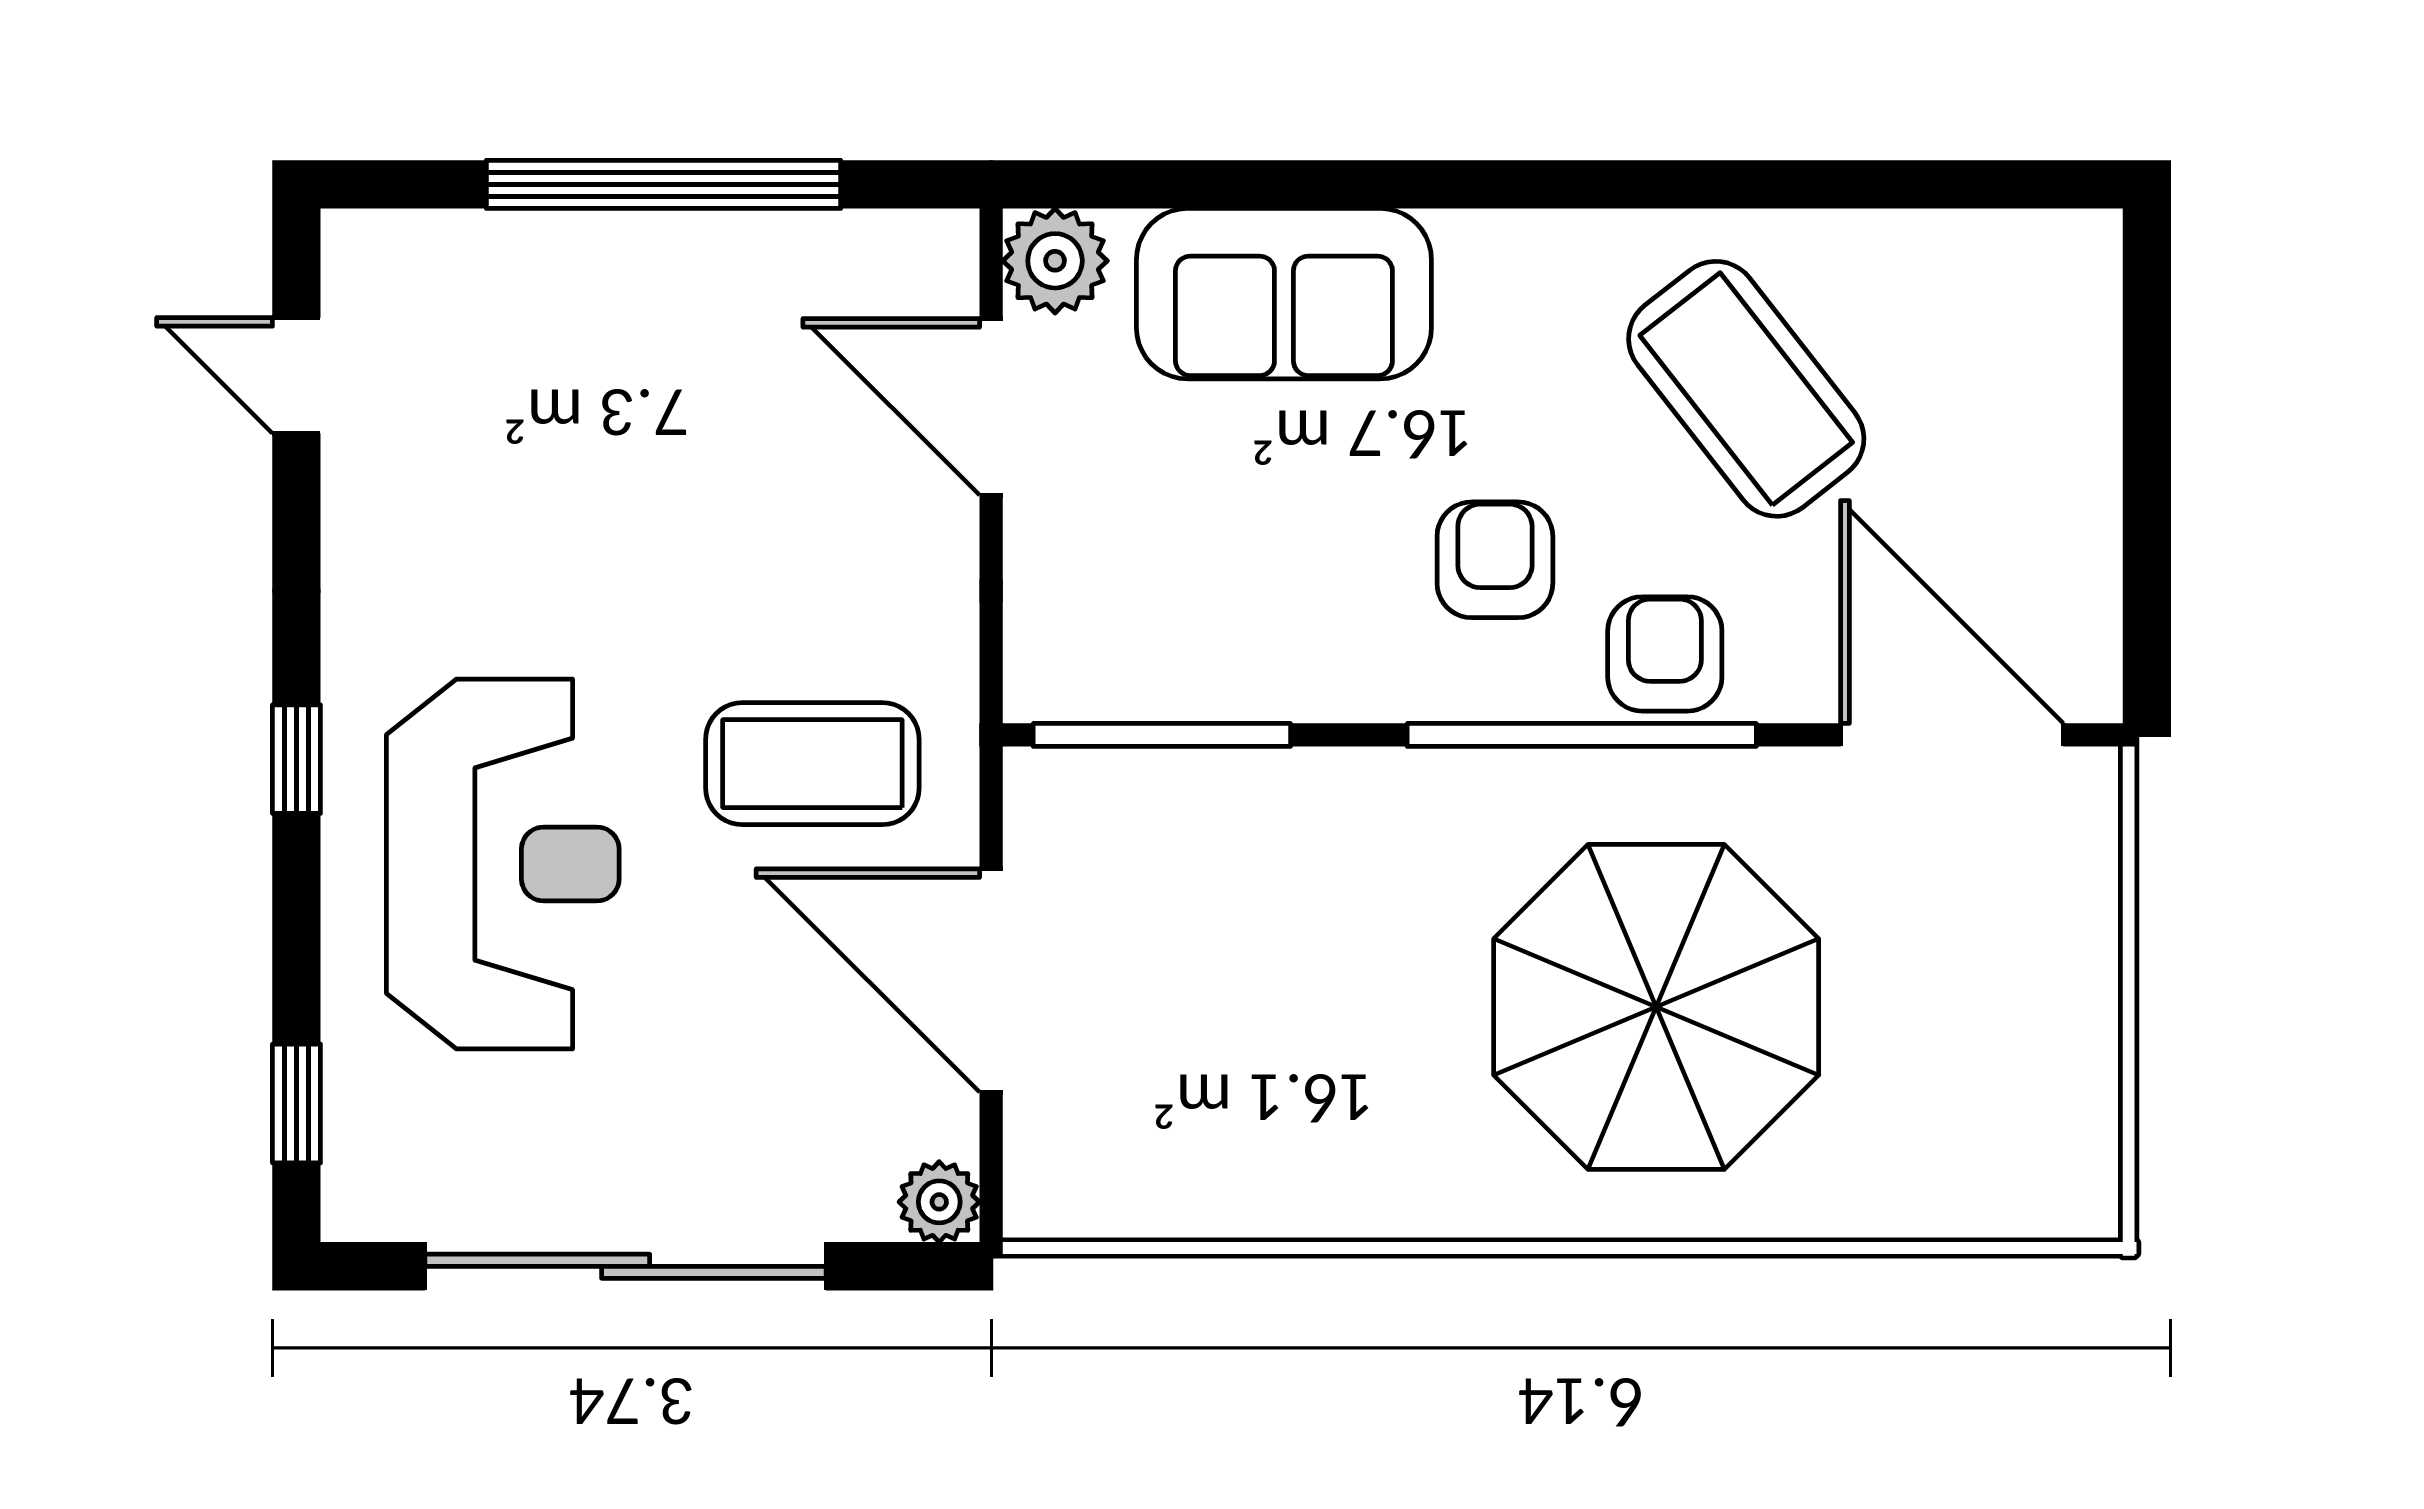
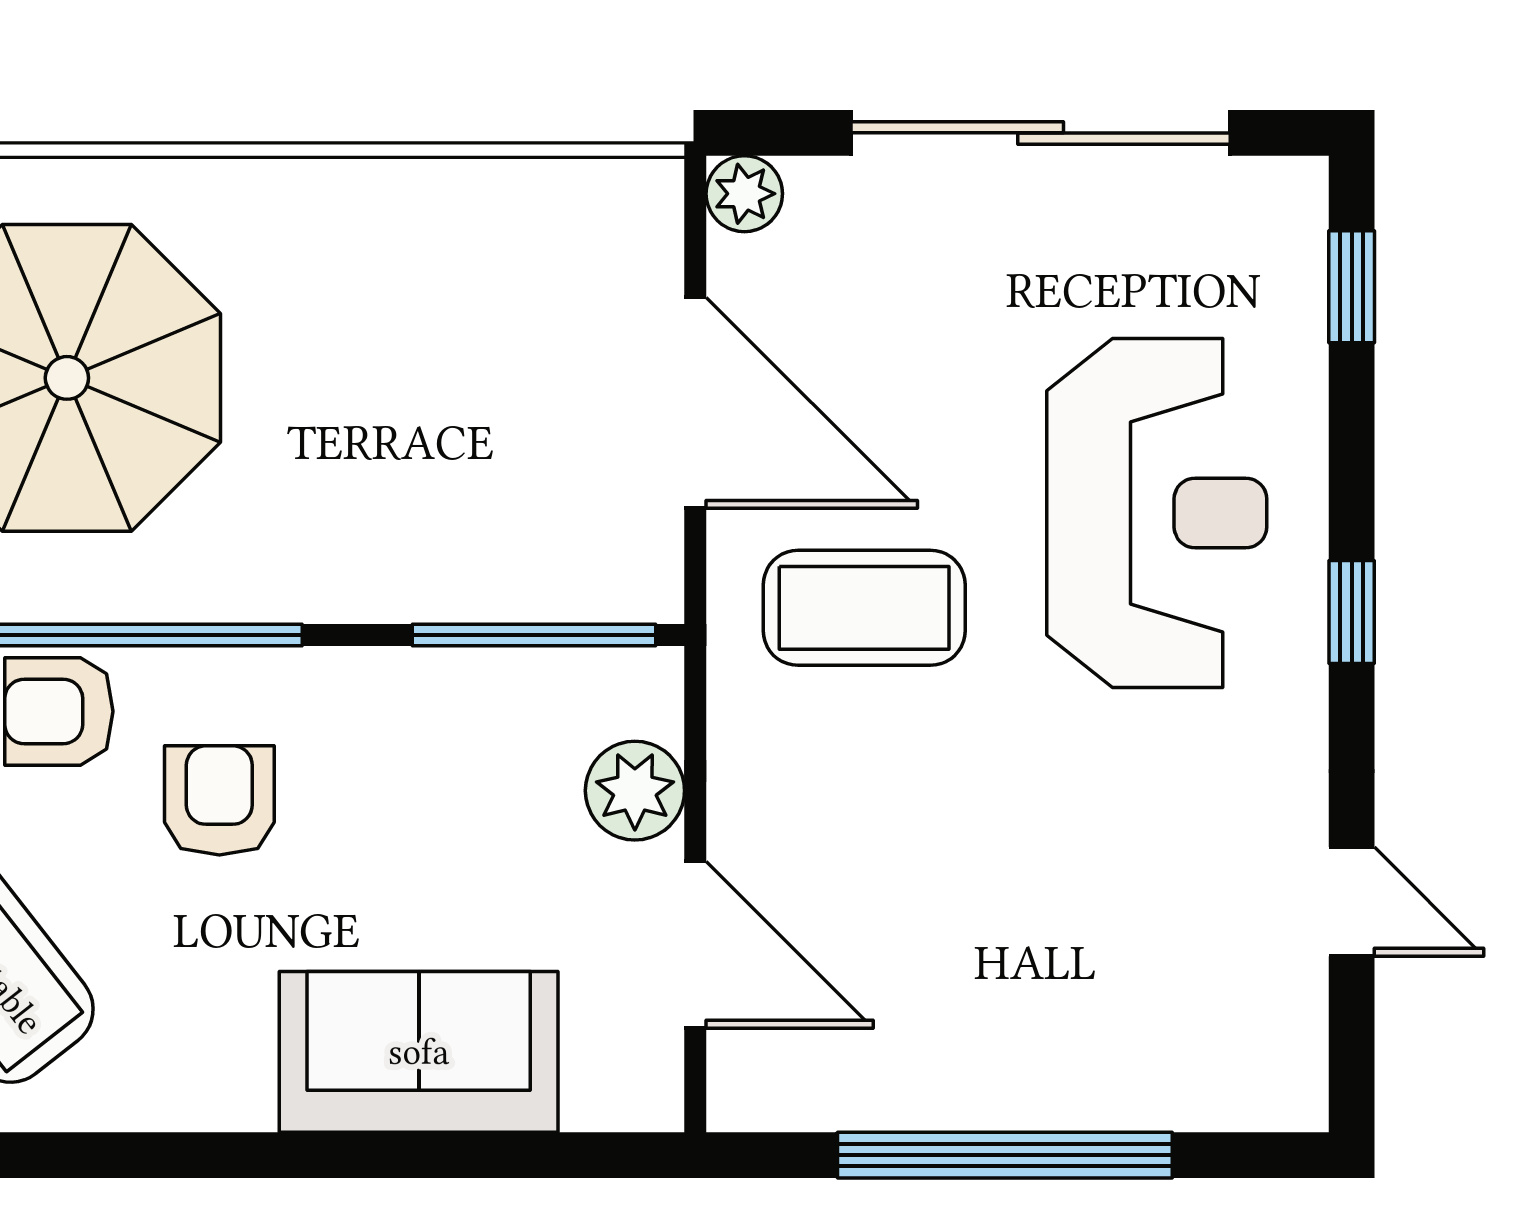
plant: (1055, 261) -> (635, 791), moved
door: (296, 375) -> (1352, 902), moved
armchair: (1495, 560) -> (219, 800), turned 180
armchair: (1665, 654) -> (59, 711), turned 90
reception desk: (503, 864) -> (1157, 513), turned 180

